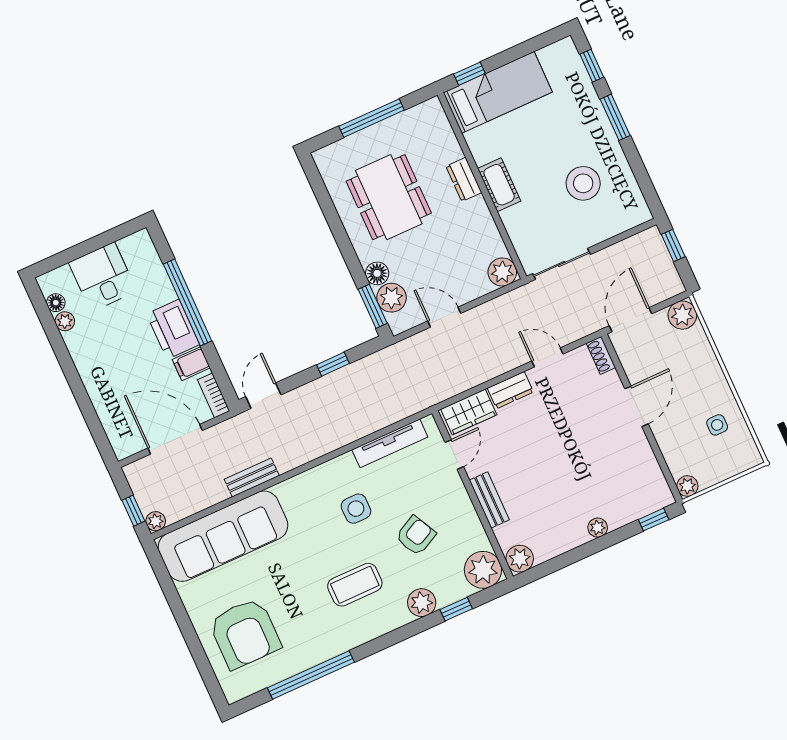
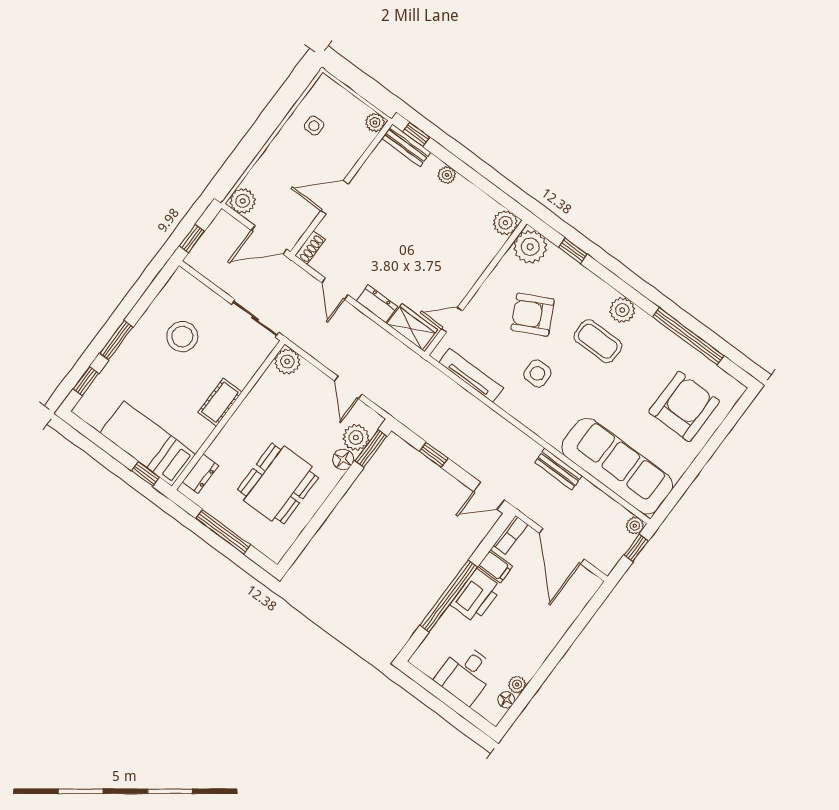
dresser: (464, 179) -> (200, 474), moved
bench: (489, 500) -> (406, 145), moved, turned 90
armchair: (416, 536) -> (533, 315), width x1.38, depth x1.38
plant: (422, 603) -> (622, 310), moved

